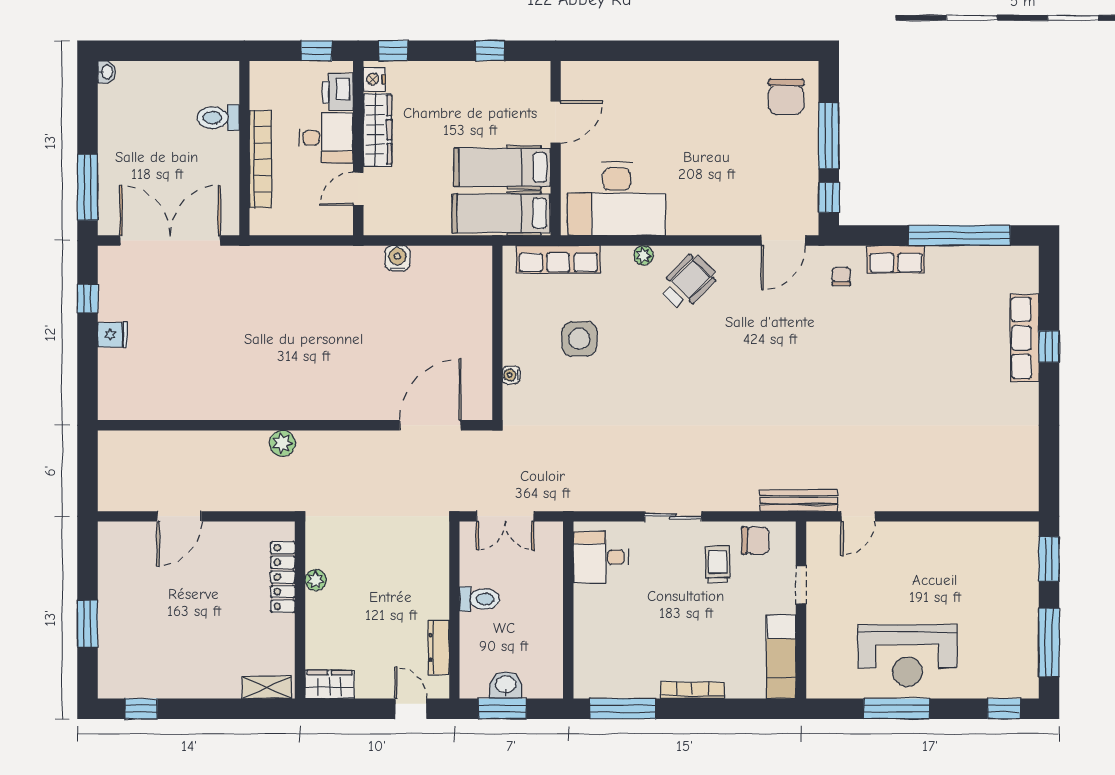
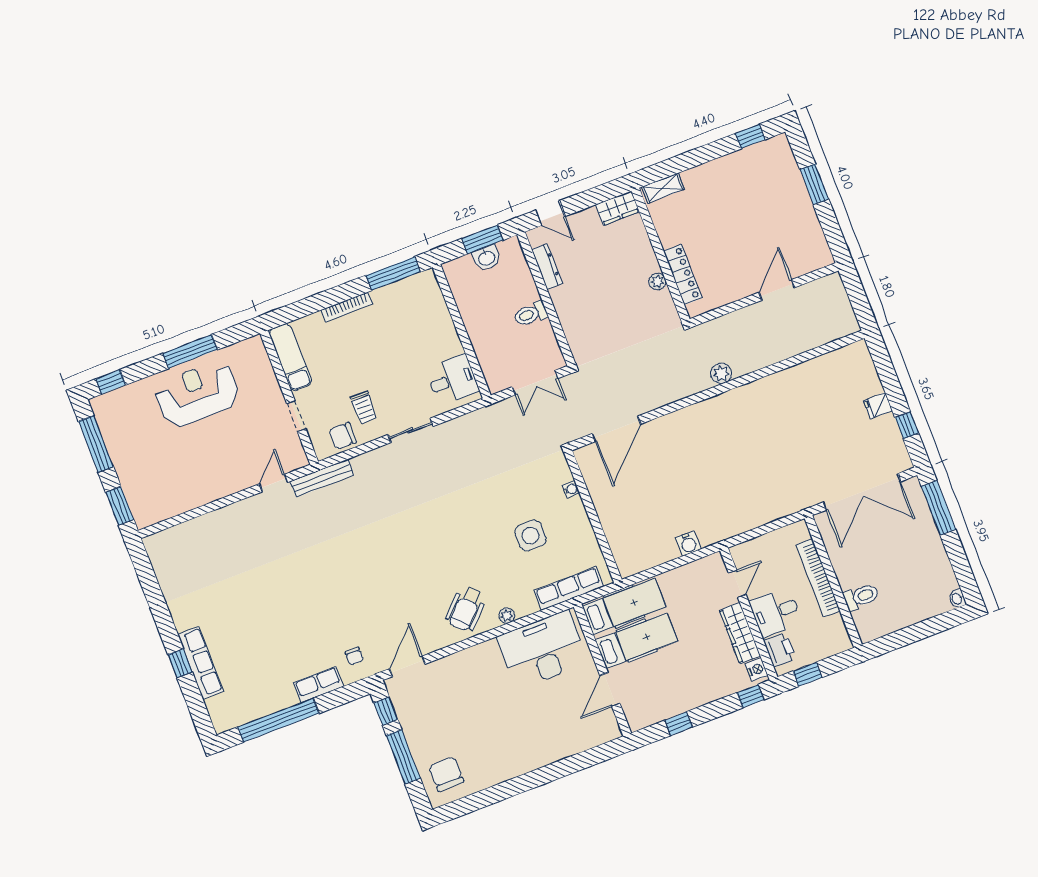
double door: (505, 516) -> (535, 383), swing flipped

